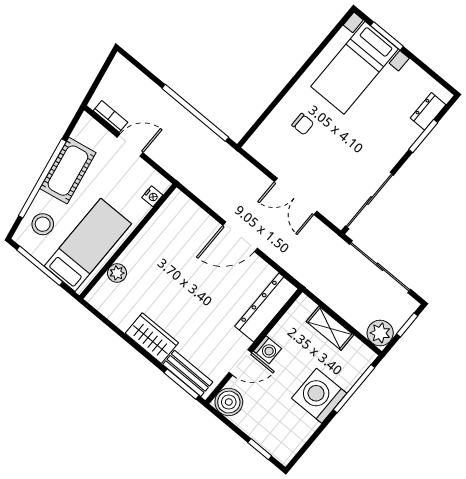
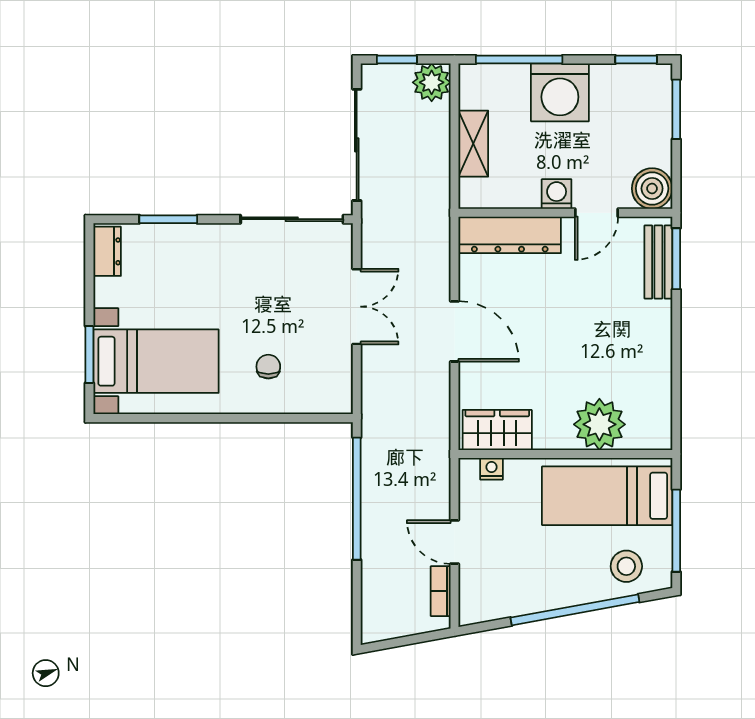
dresser: (428, 111) -> (107, 251), moved, turned -90
cot: (68, 171) -> (542, 588), removed
plant: (117, 273) -> (599, 424), width x1.88, depth x1.88
wardrobe: (152, 338) -> (497, 430), moved, turned 90
door: (240, 362) -> (596, 213), swing flipped
window: (260, 449) -> (676, 109), width x1.50
window: (303, 450) -> (636, 59), added

